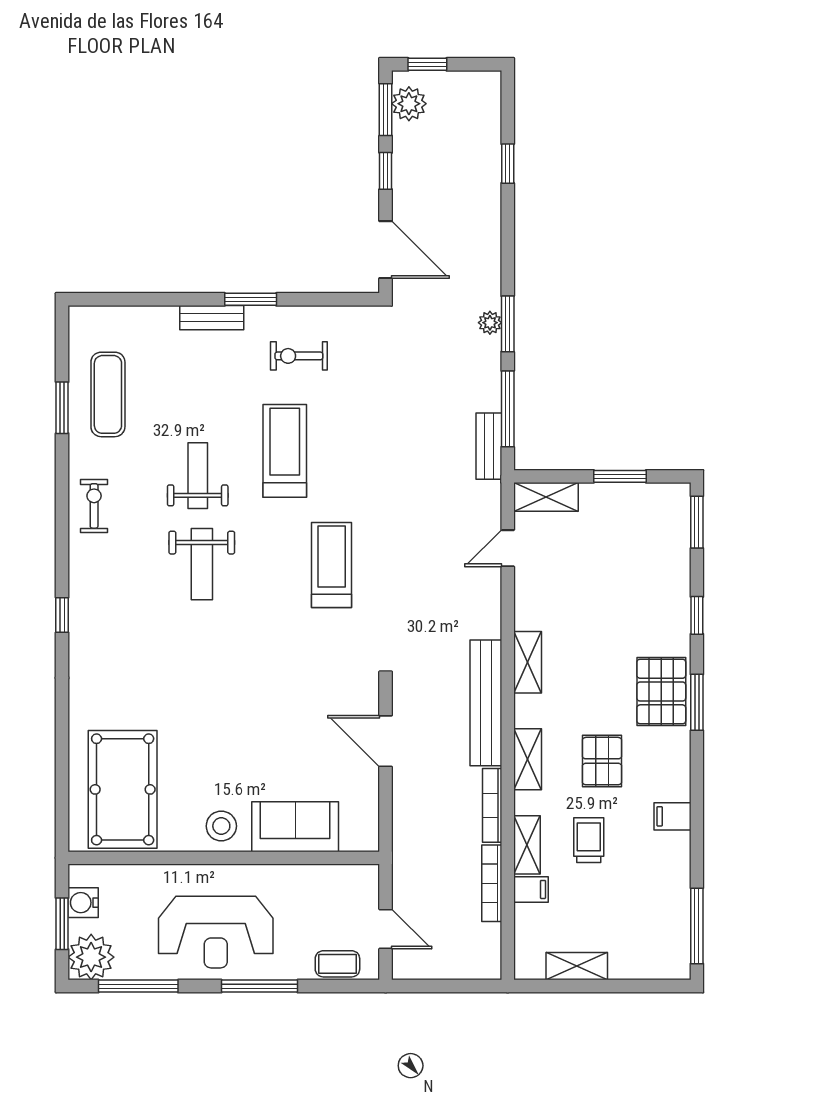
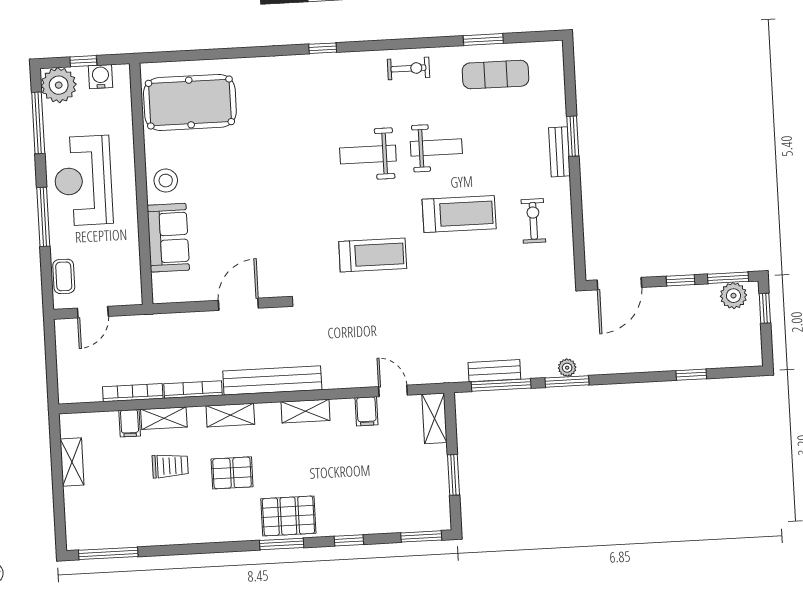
window: (251, 299) -> (573, 136), moved
bench: (489, 446) -> (494, 371), moved
filing cabinet: (672, 816) -> (367, 411), moved, turned 180
window: (62, 924) -> (83, 61), width x0.67

